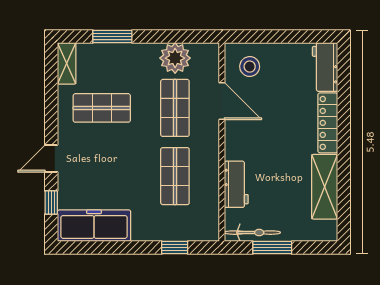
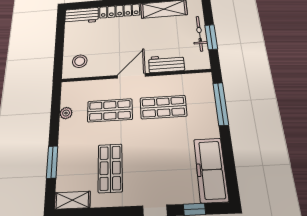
plant: (175, 58) -> (66, 113), width x0.53, depth x0.53
door: (222, 101) -> (131, 76), moved
bicycle: (252, 233) -> (199, 34), moved
window: (175, 248) -> (221, 104), width x2.17

